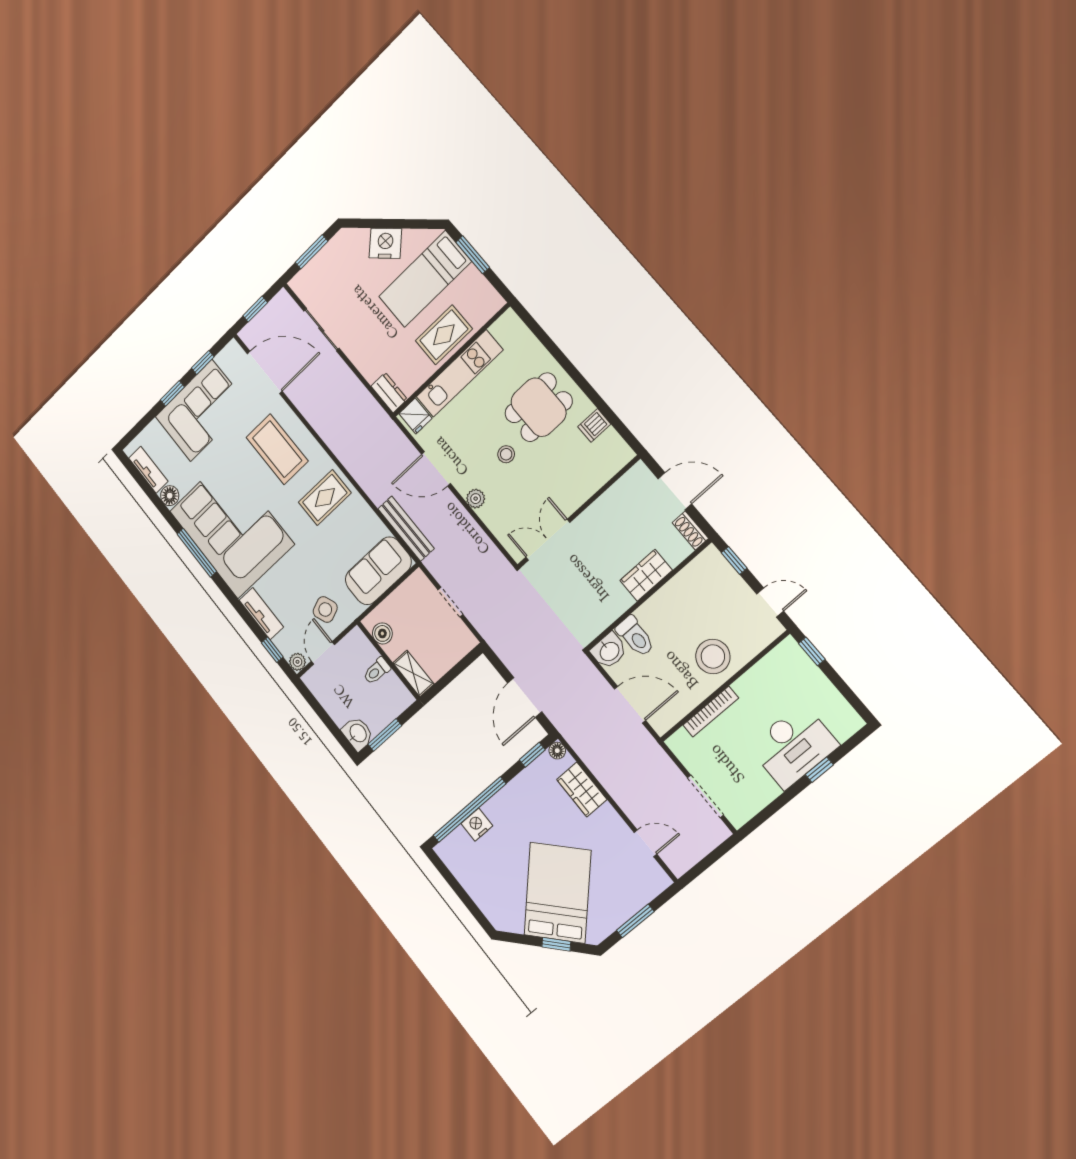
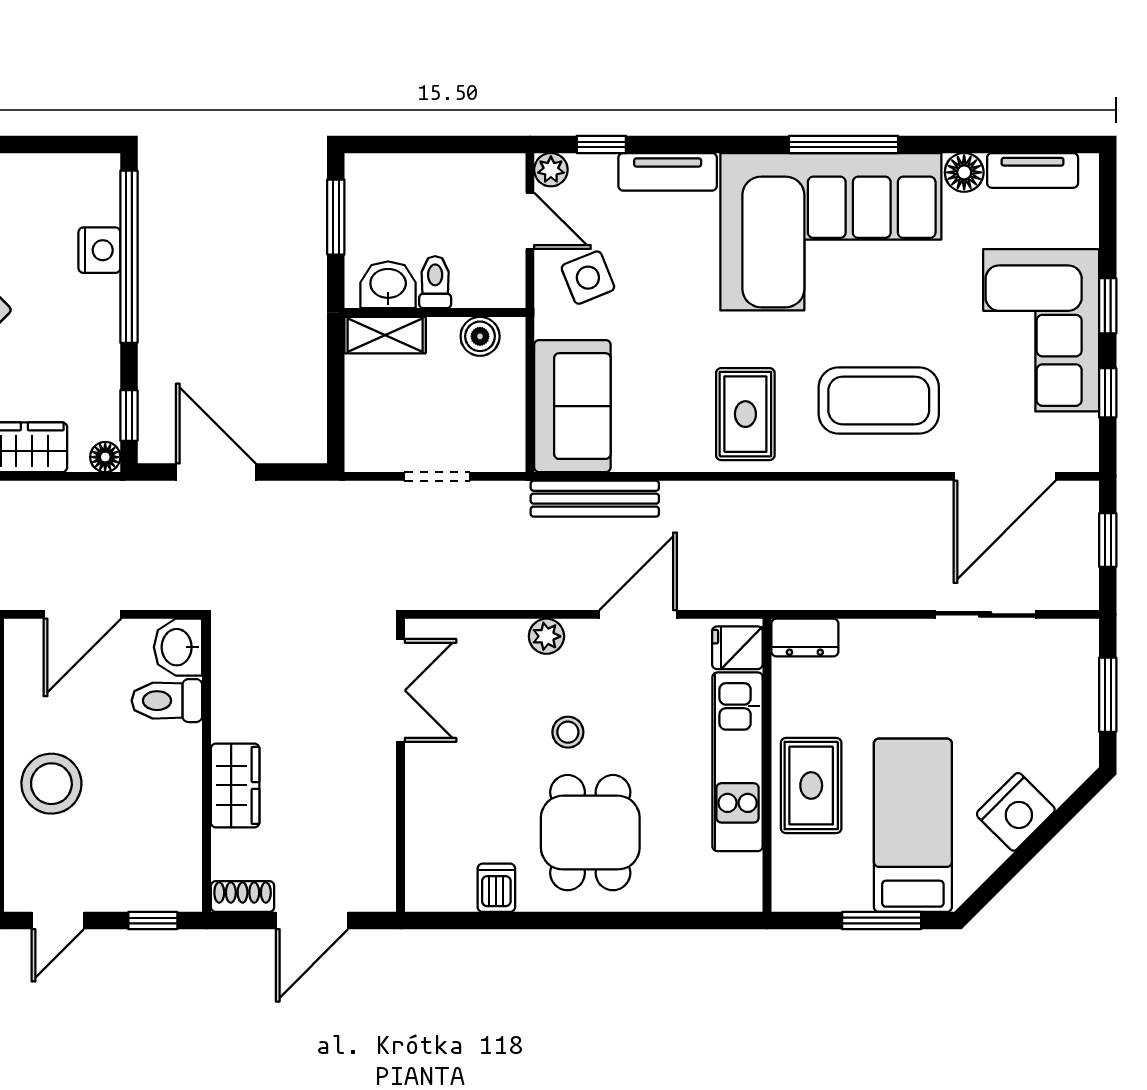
washbasin: (358, 733) -> (388, 285), moved, turned 180

